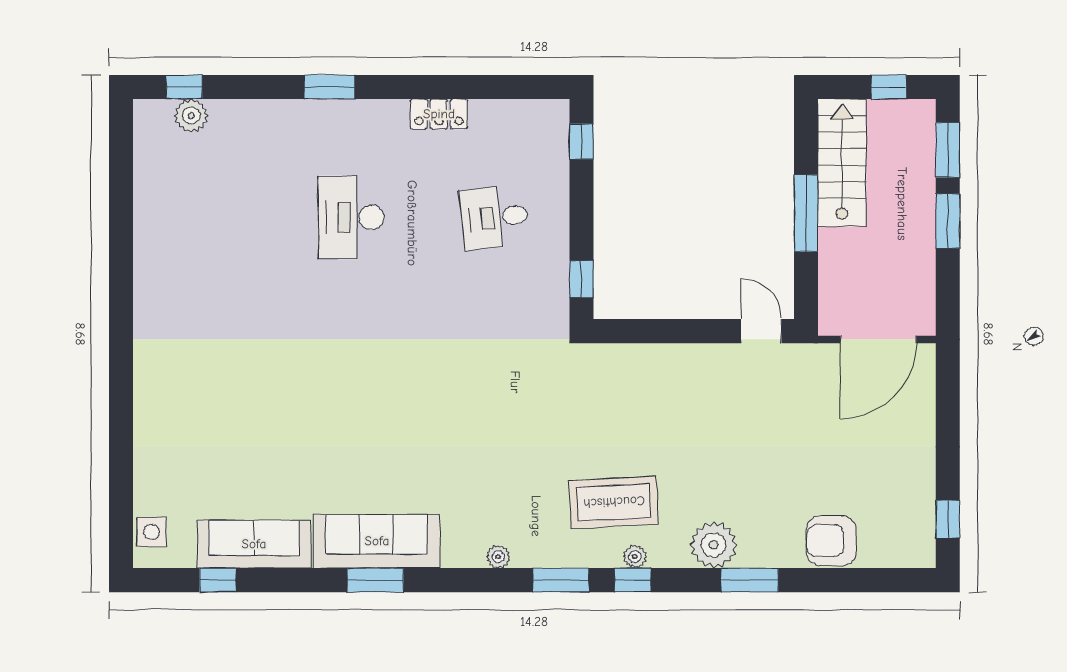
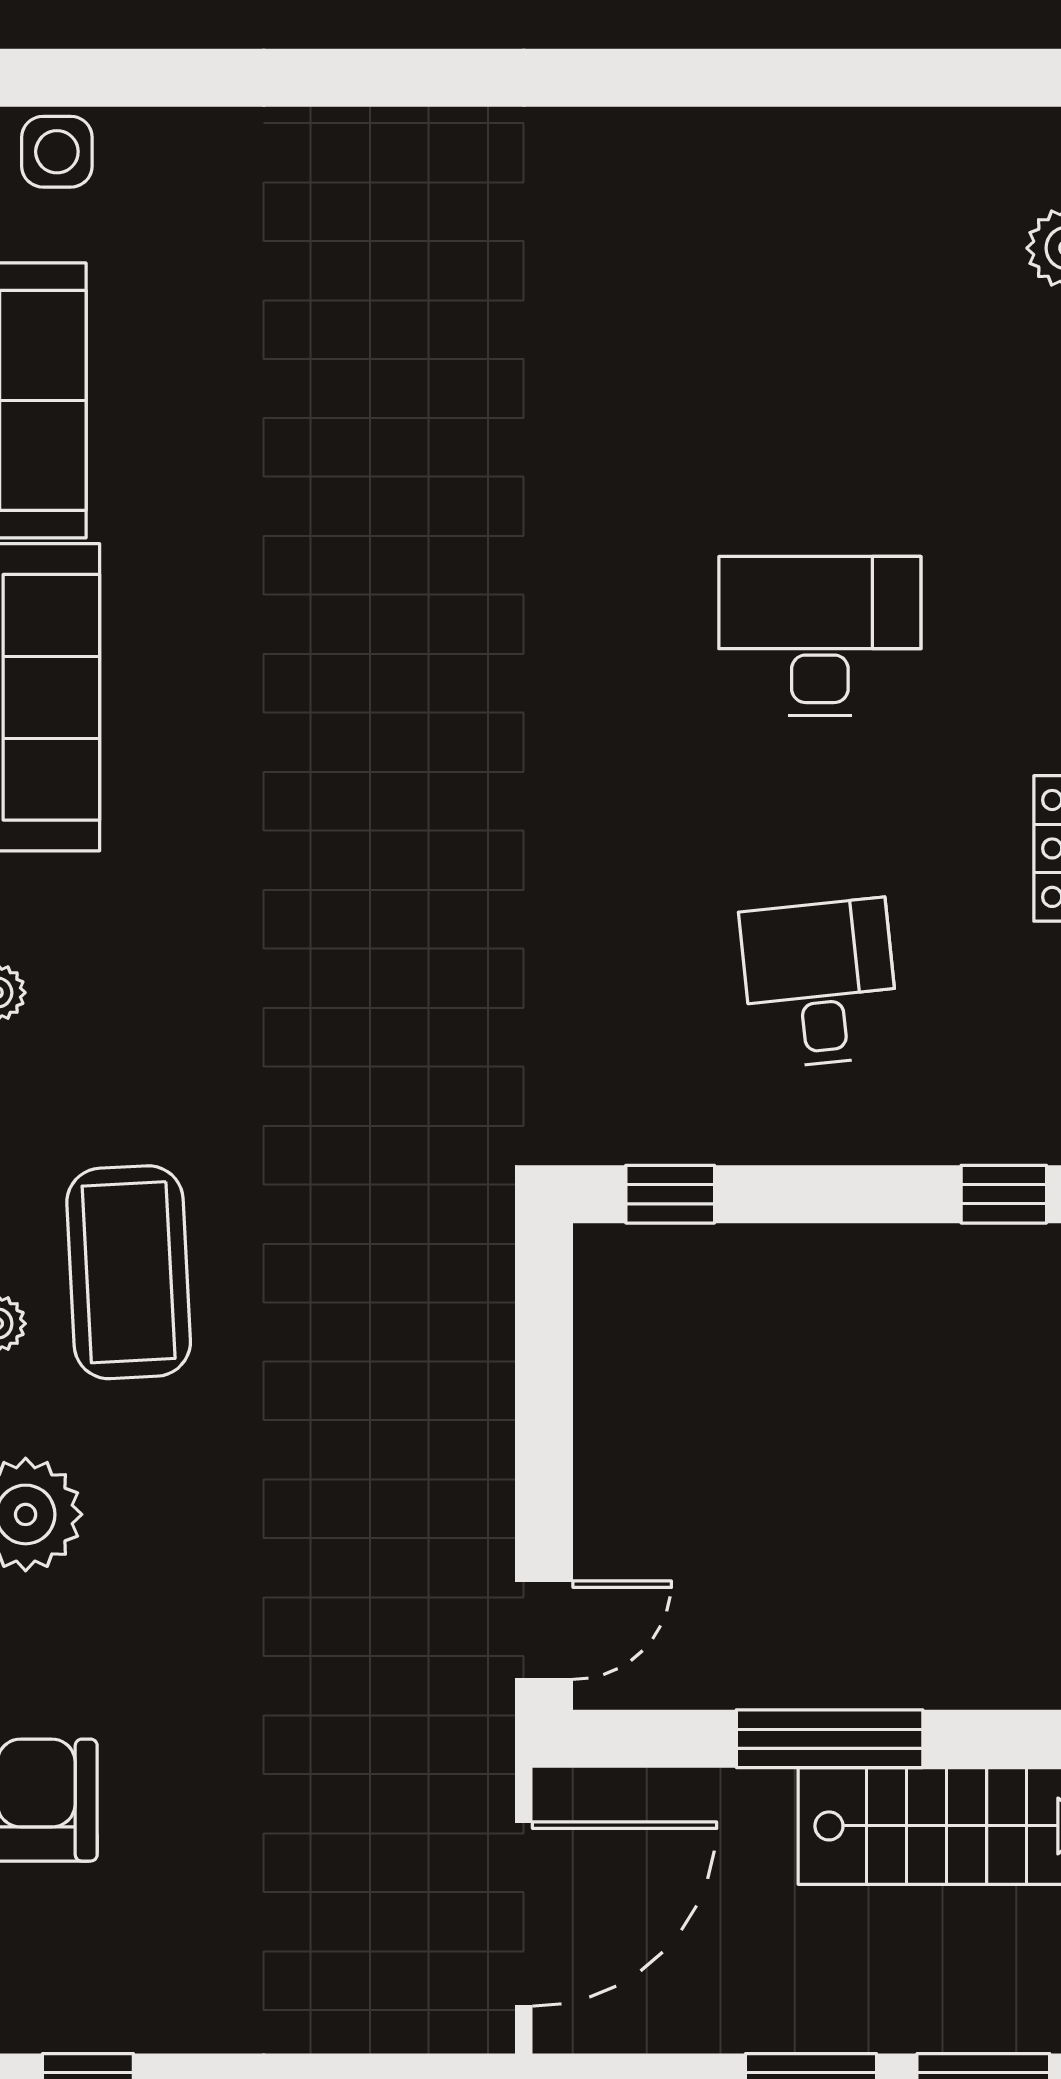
door: (878, 339) -> (524, 1914), swing flipped

